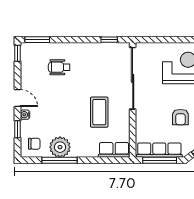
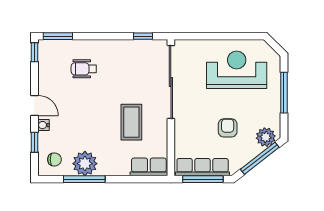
armchair: (180, 117) -> (228, 128), turned 180

